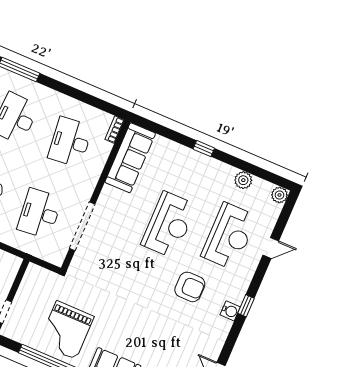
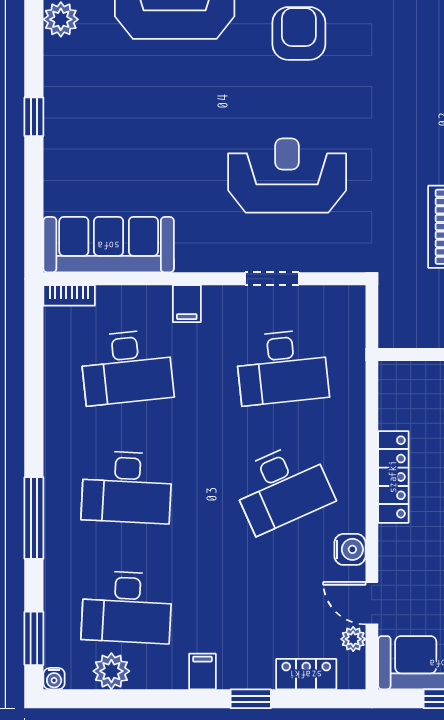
filing cabinet: (88, 182) -> (187, 304), added
reception desk: (169, 225) -> (287, 176), moved
doorway: (82, 226) -> (272, 279), width x0.53

